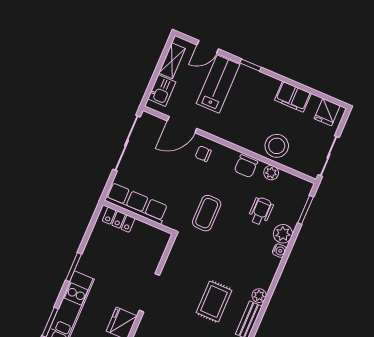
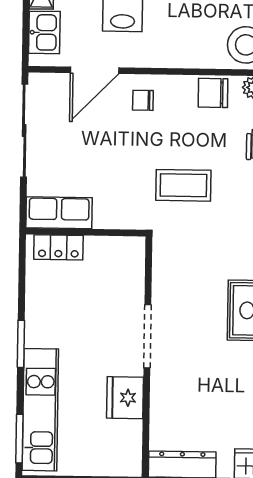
chair: (246, 166) -> (213, 93), turned 90
row of seats: (136, 203) -> (59, 213), width x0.68
coffee table: (207, 213) -> (183, 185), turned 90

